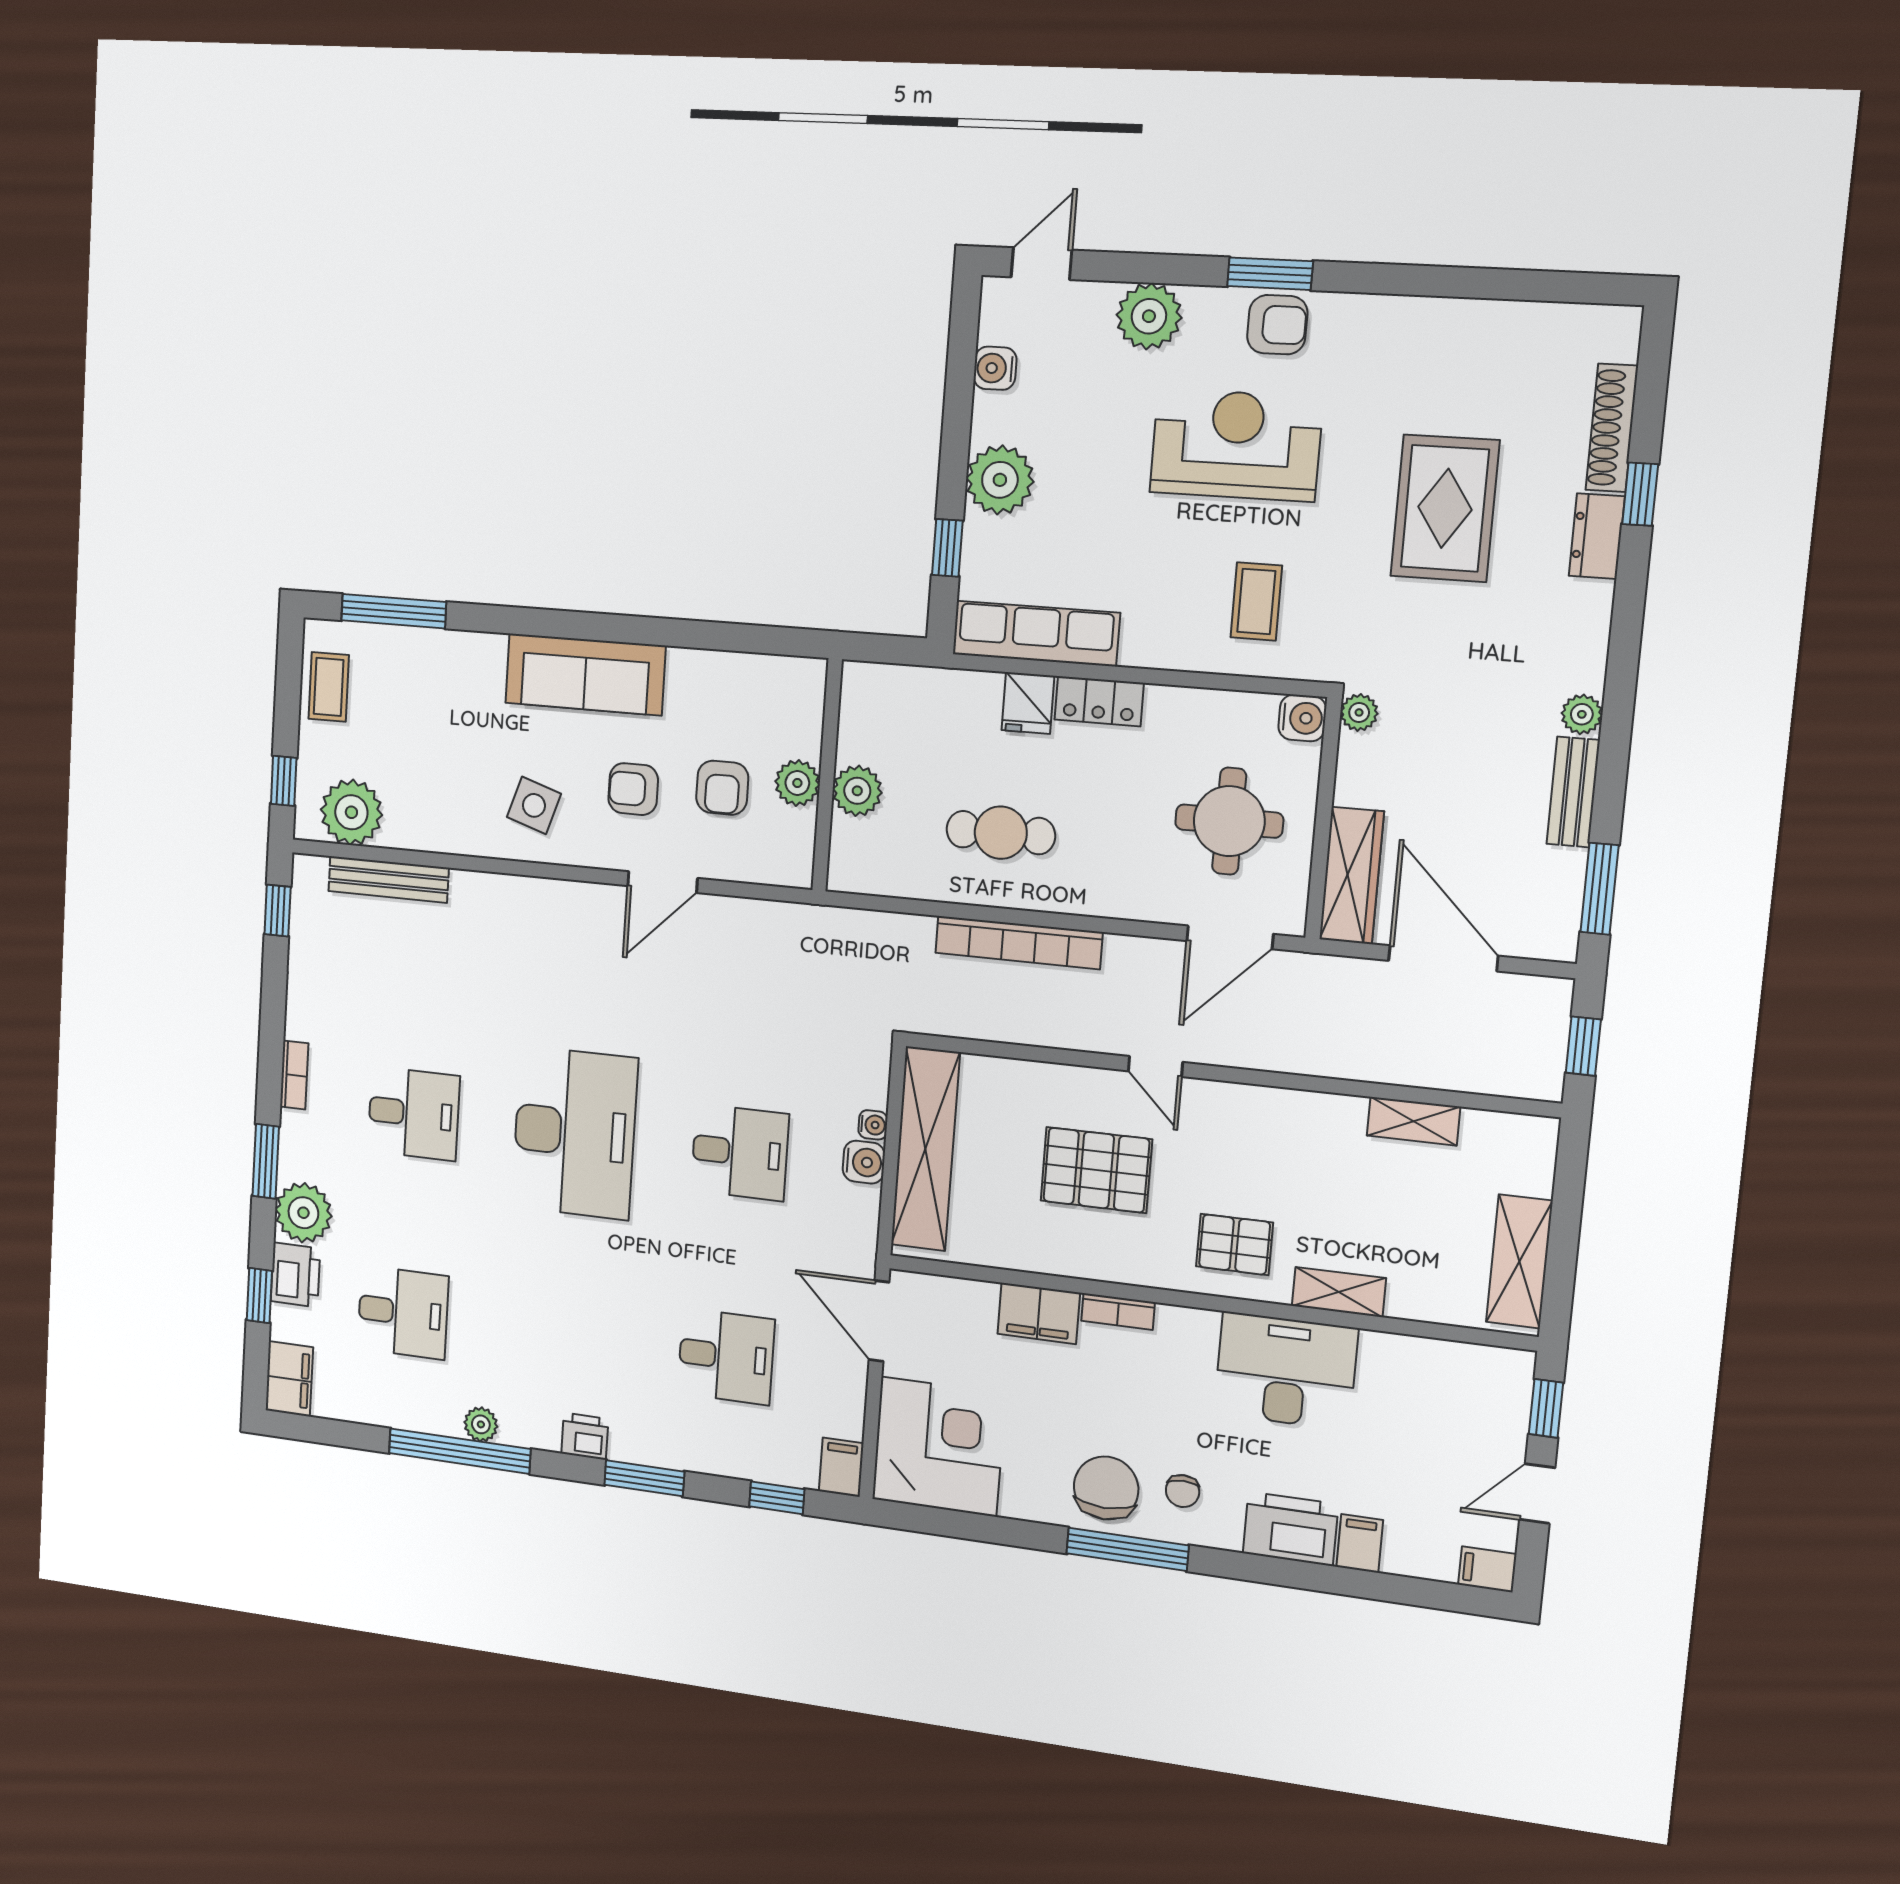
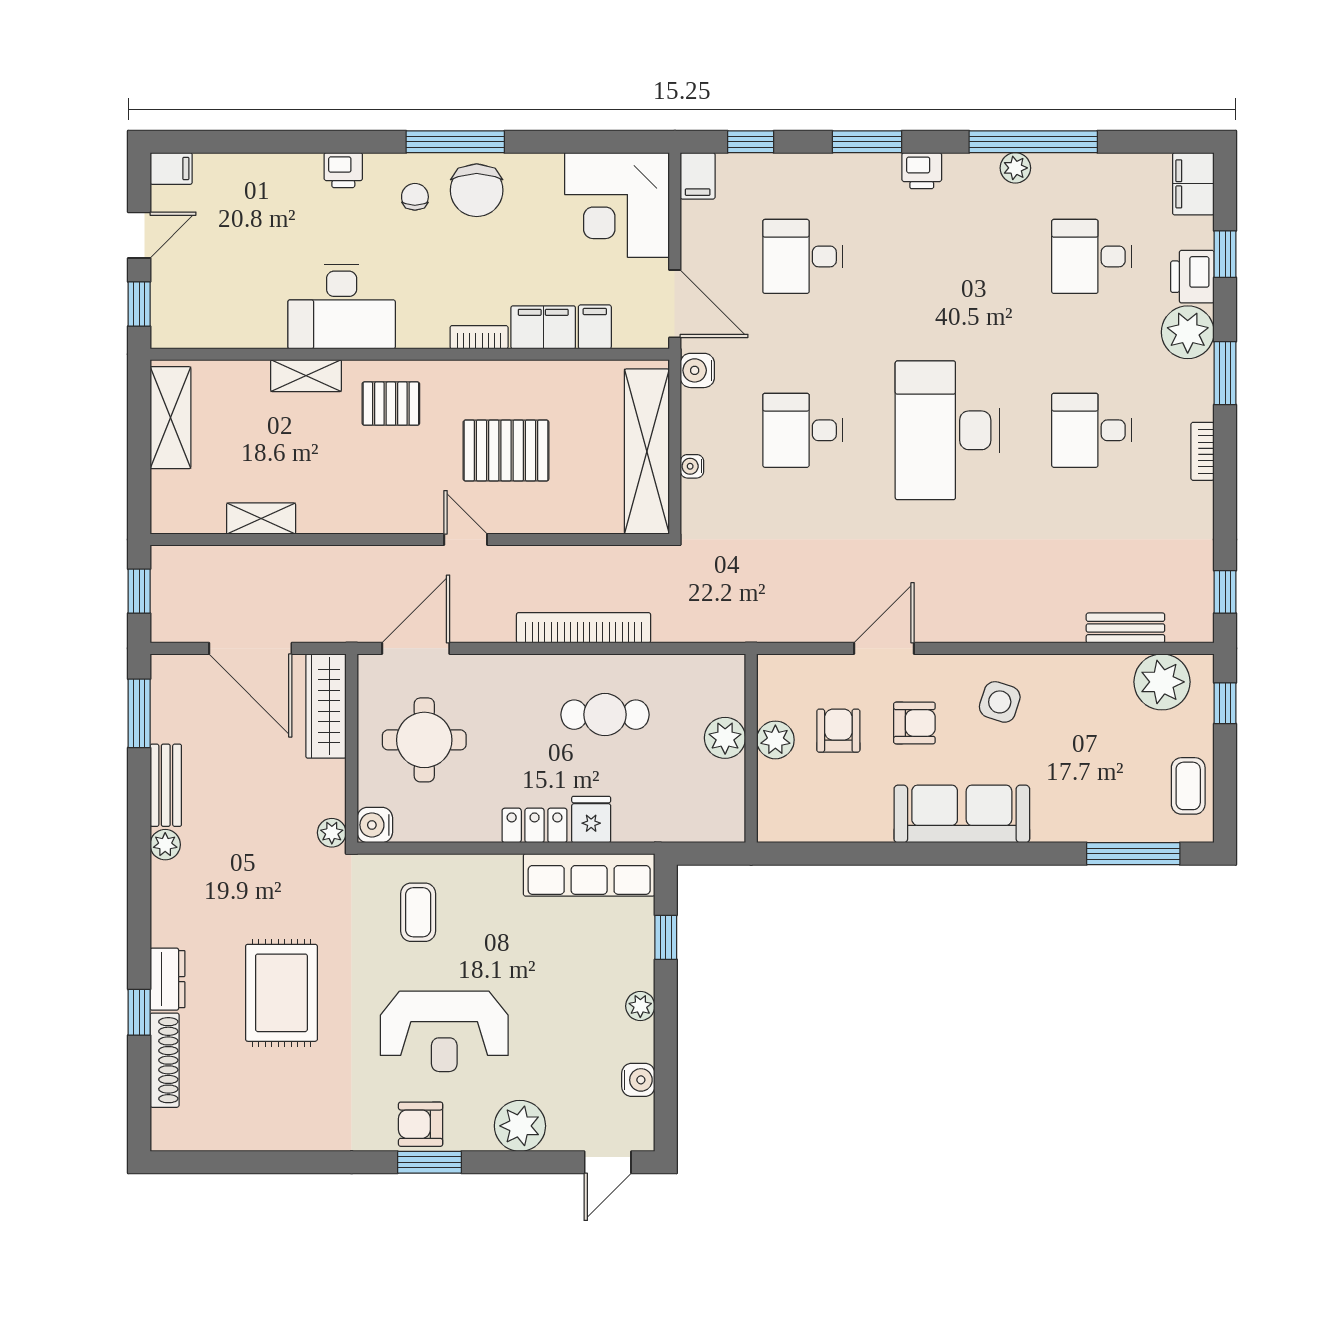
plant: (1000, 480) -> (640, 1006), width x0.53, depth x0.53
bench: (388, 879) -> (1125, 628), width x0.73
water cooler: (864, 1162) -> (697, 370), moved
printer: (1290, 1529) -> (343, 170), width x0.53, depth x0.68
filing cabinet: (1360, 1543) -> (595, 327), moved, turned 180

